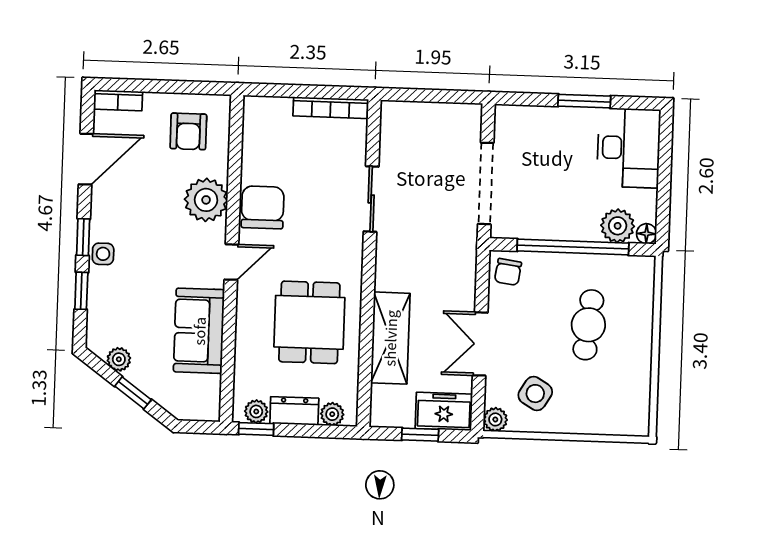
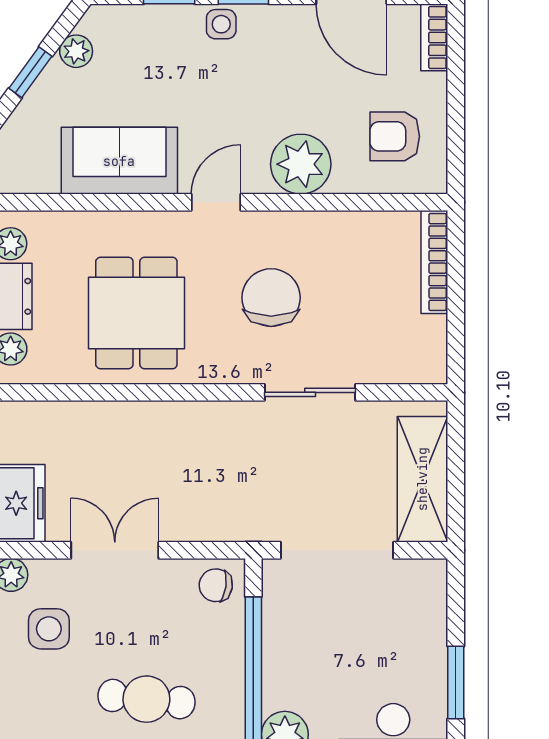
bookcase: (331, 108) -> (434, 262), moved
chair: (263, 207) -> (271, 298), moved, turned -90
door: (231, 262) -> (216, 202), swing flipped
dining table: (309, 322) -> (136, 313), turned 90
shelving: (390, 338) -> (422, 479), moved, turned 90
side table: (535, 394) -> (49, 629), turned -31

